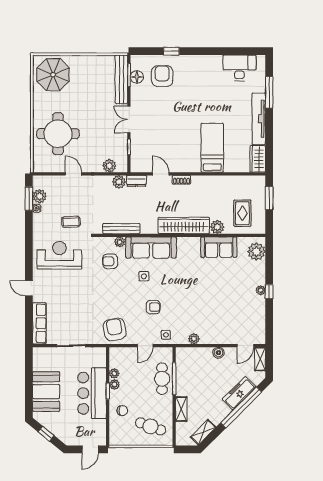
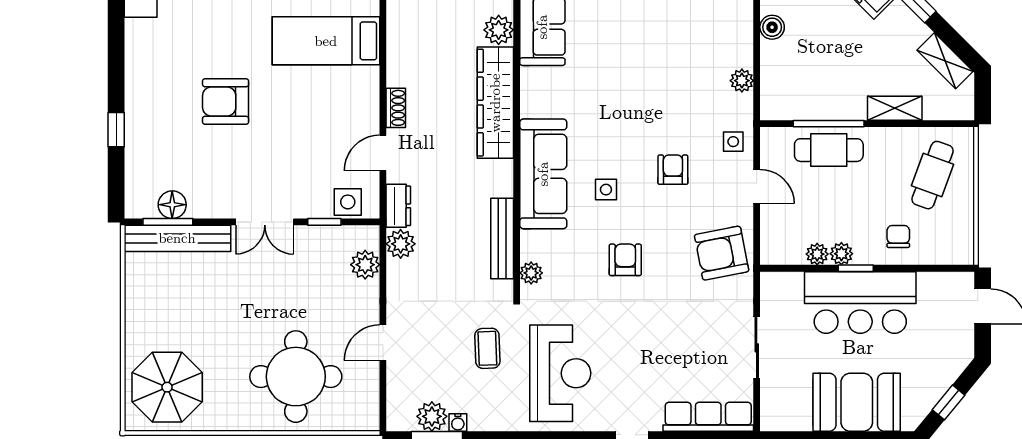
armchair: (162, 76) -> (226, 102), moved
side table: (138, 158) -> (348, 202), added
plant: (120, 242) -> (531, 273), moved
reception desk: (59, 255) -> (560, 373), turned 180
armchair: (110, 261) -> (625, 260), moved, turned 180

